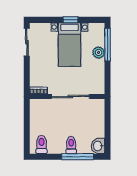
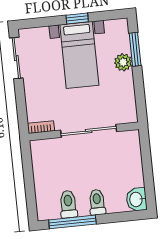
window: (108, 45) -> (135, 49), width x0.69
toilet: (42, 145) -> (68, 204), moved
window: (78, 157) -> (72, 222), moved

